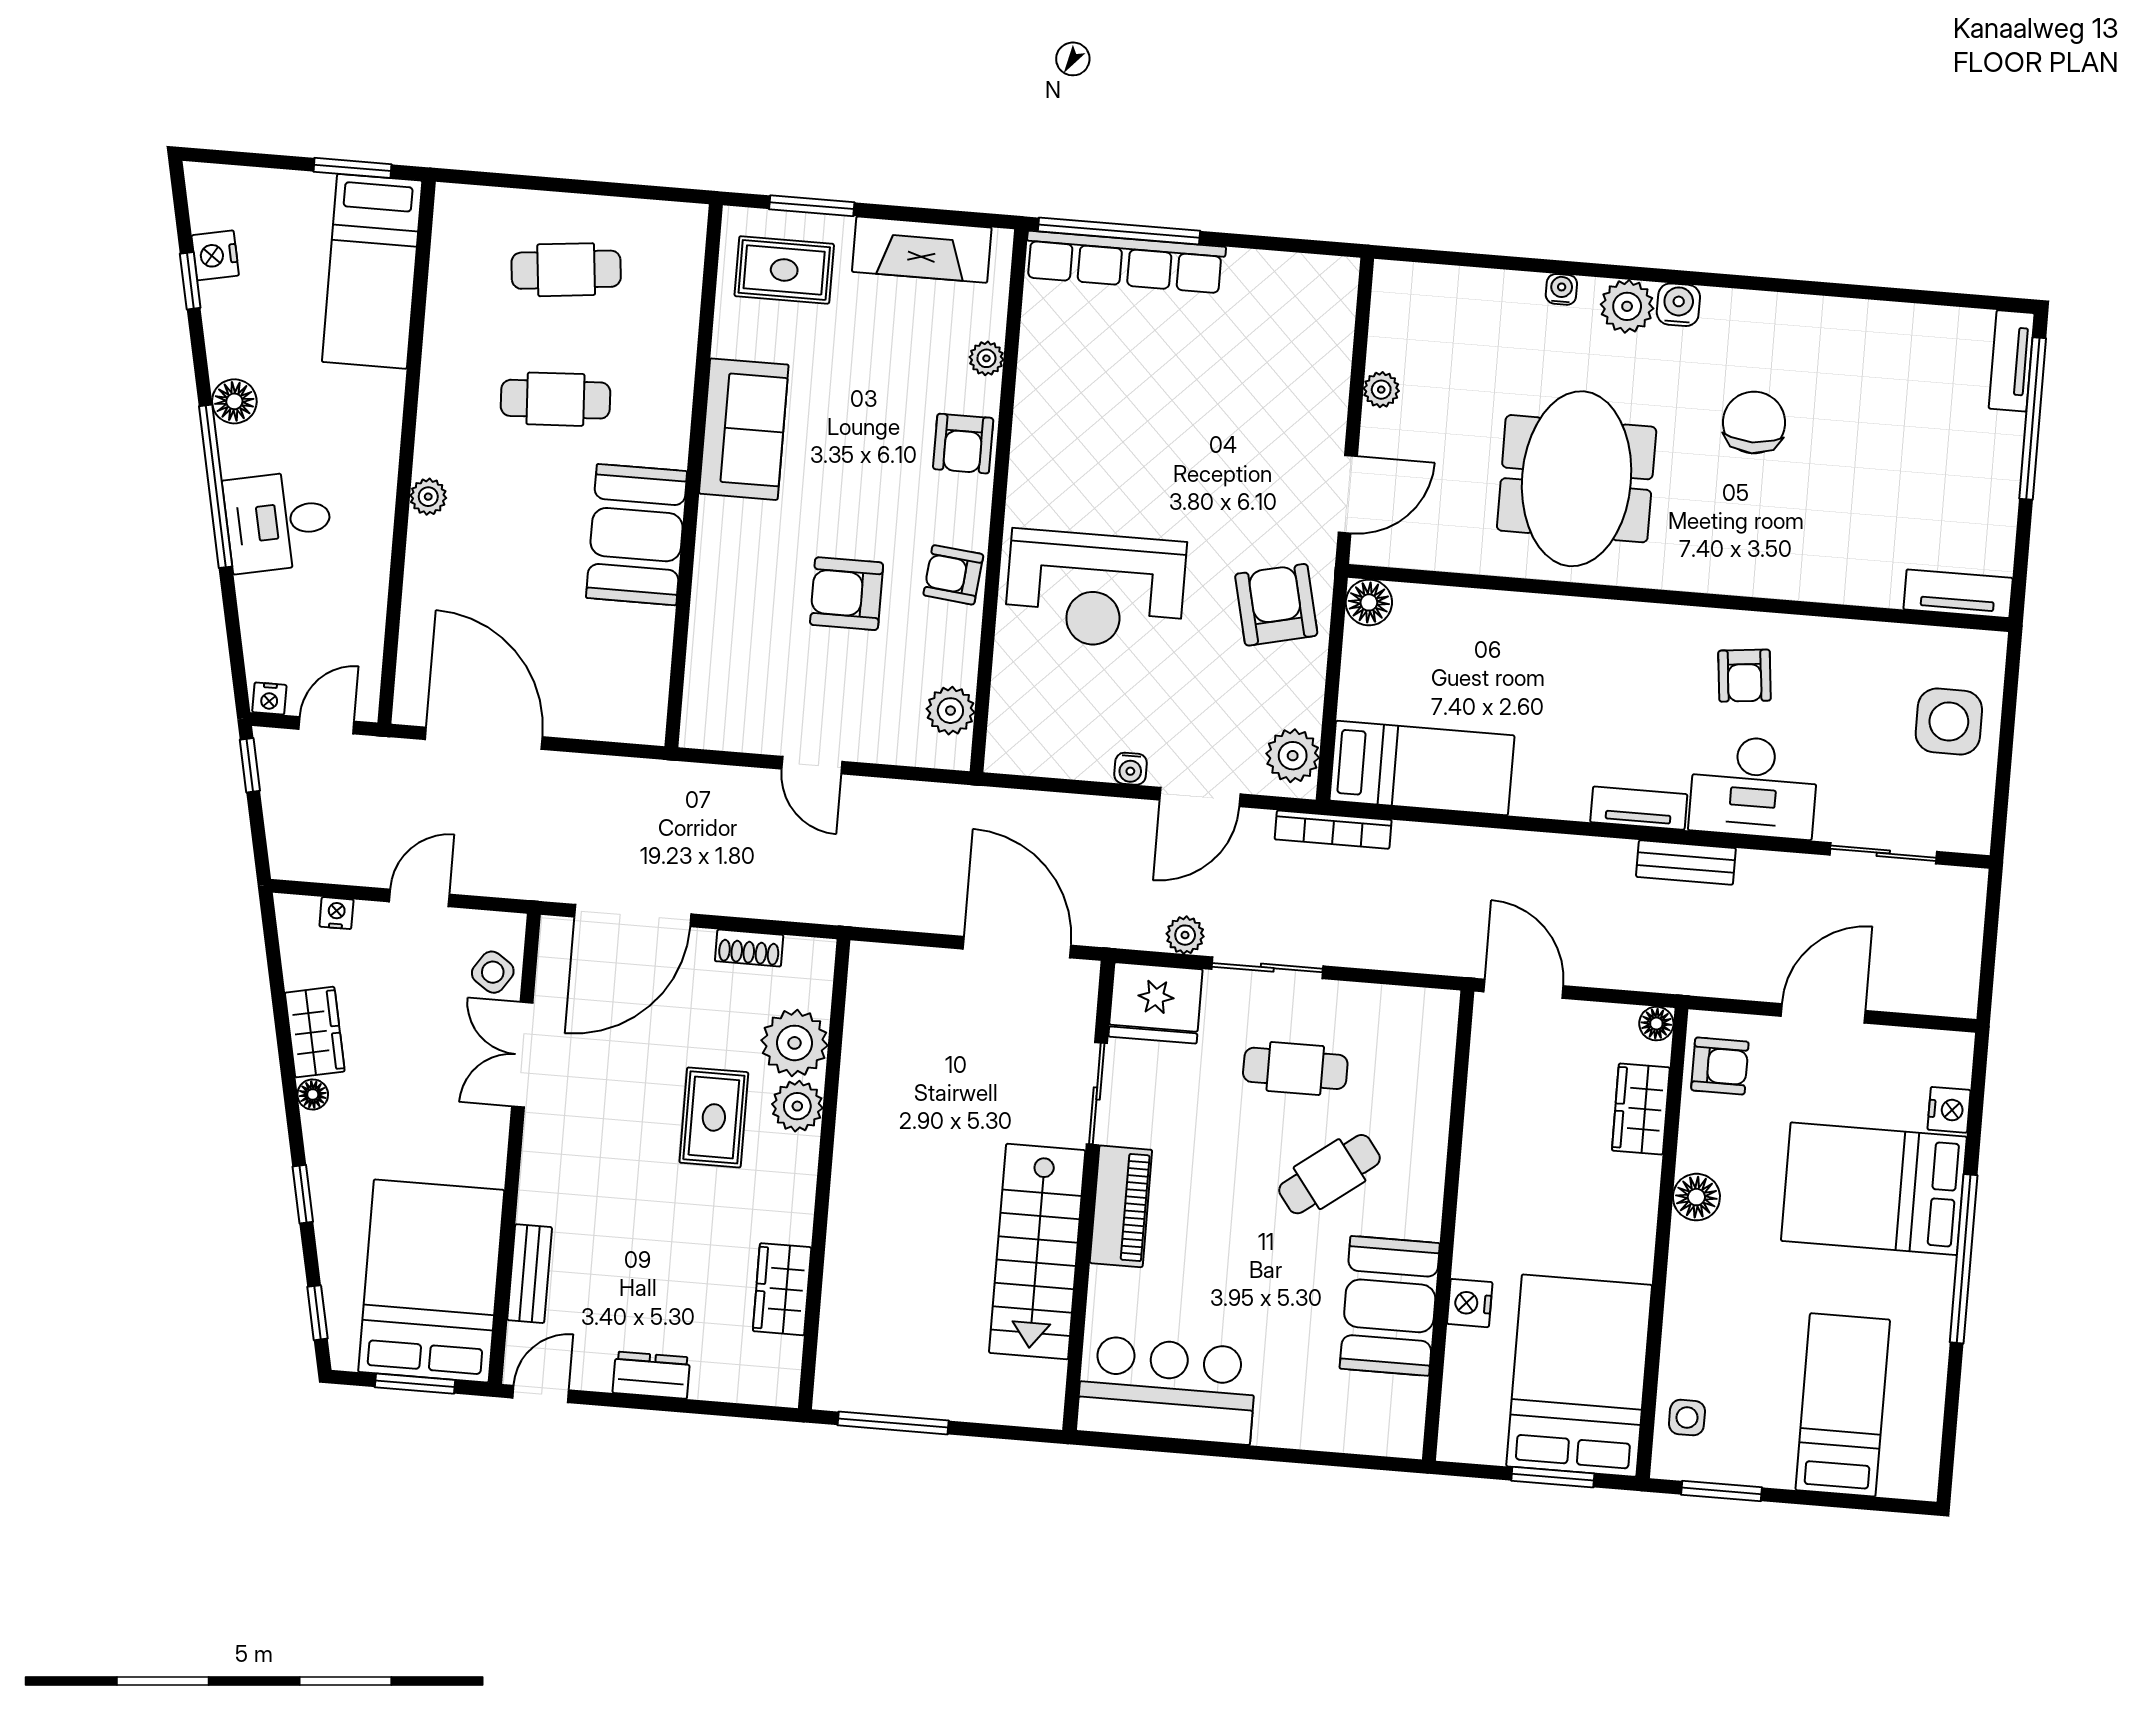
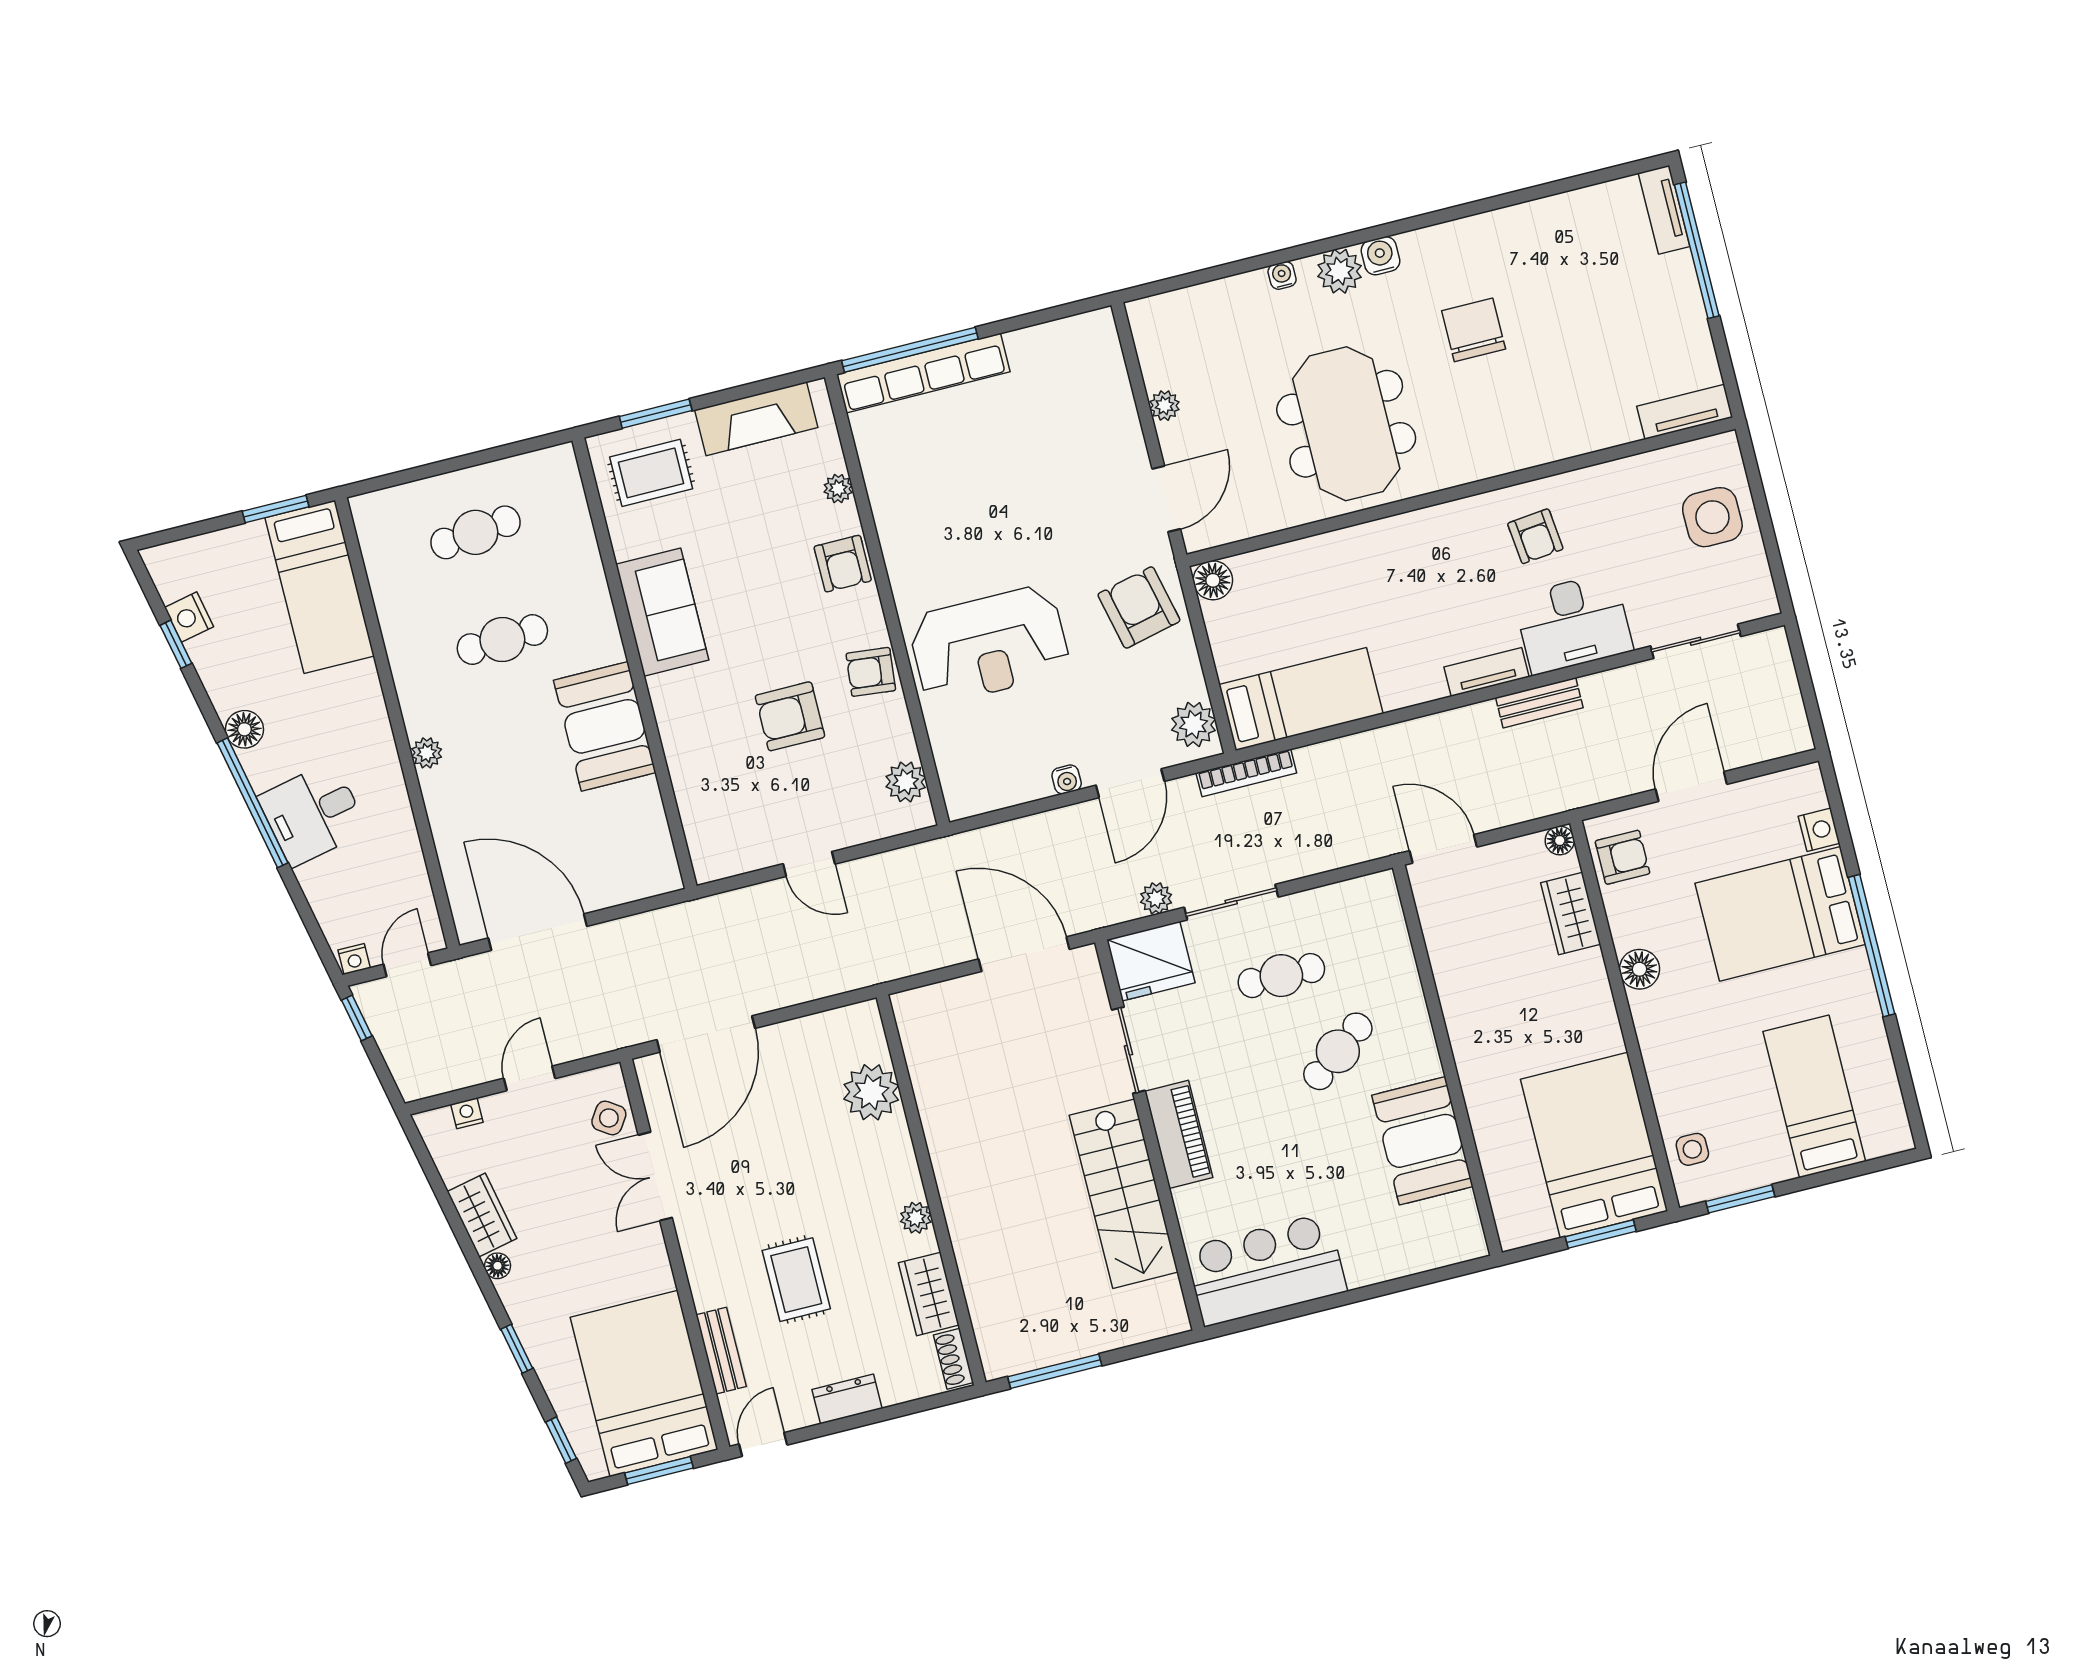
shoe rack: (749, 948) -> (953, 1359), moved, turned 90
plant: (797, 1106) -> (916, 1218), moved, width x0.73, depth x0.73
rug: (714, 1117) -> (796, 1280), moved
nightstand: (1470, 1303) -> (1486, 1117), removed

